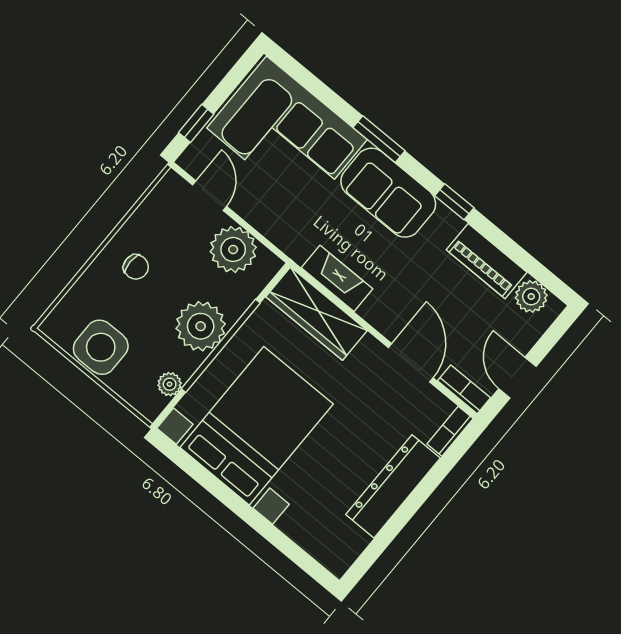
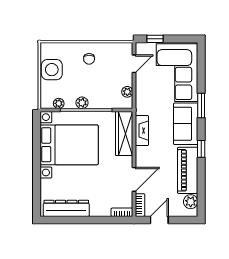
plant: (233, 249) -> (127, 92), width x0.53, depth x0.53
piano: (487, 261) -> (188, 170), width x1.37, depth x1.33
plant: (201, 326) -> (82, 103), width x0.53, depth x0.53
dresser: (393, 486) -> (66, 208), moved

